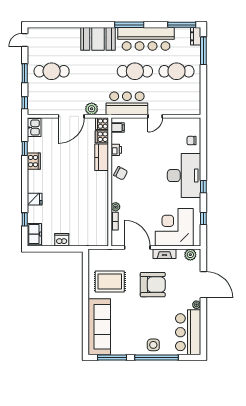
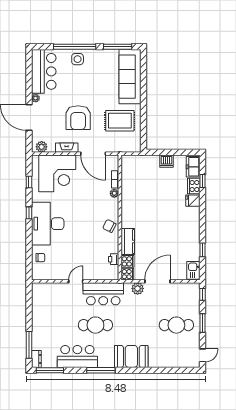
bar counter: (146, 39) -> (77, 356), width x0.73
cafe table: (177, 71) -> (55, 325), removed
filing cabinet: (118, 128) -> (112, 270), removed
printer: (116, 150) -> (114, 259), moved
cooker: (34, 161) -> (194, 186), moved
armchair: (153, 285) -> (78, 118), turned -90

